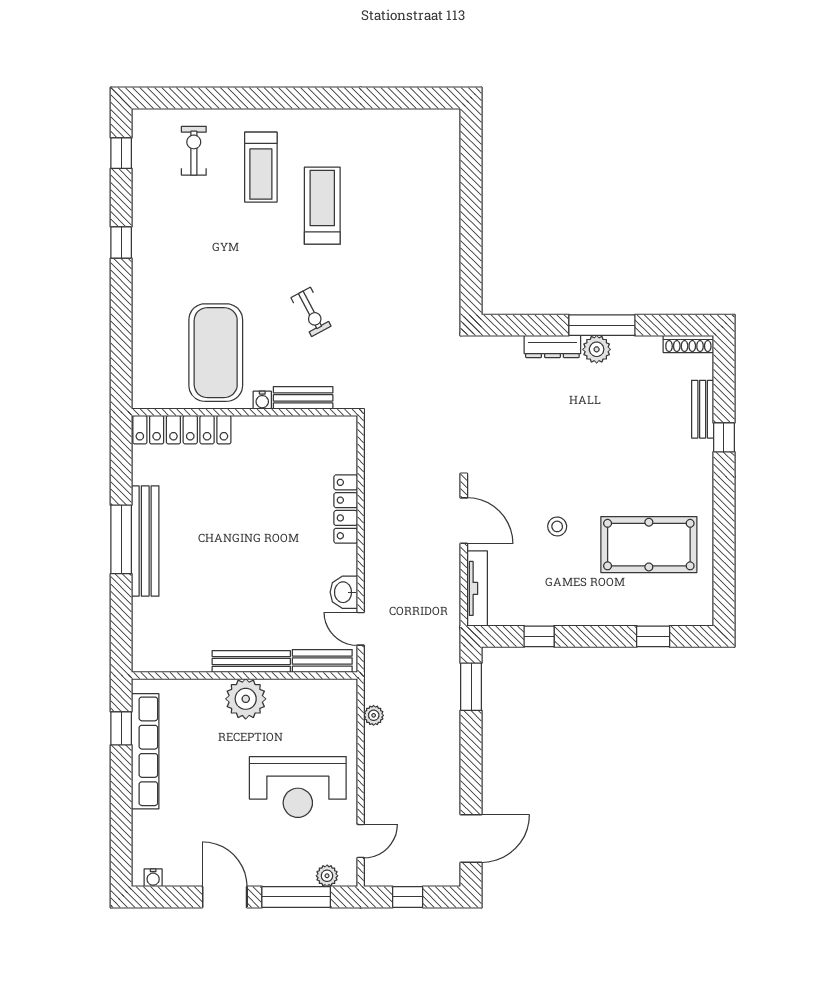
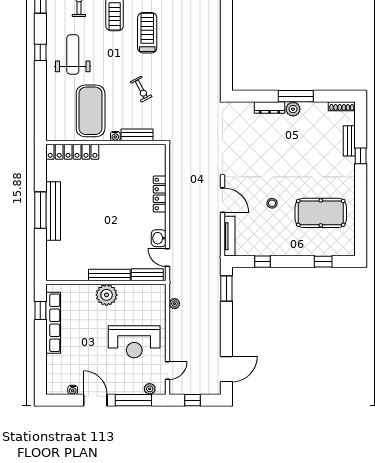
weight bench: (182, 246) -> (73, 54), added
water cooler: (153, 878) -> (73, 390), moved

